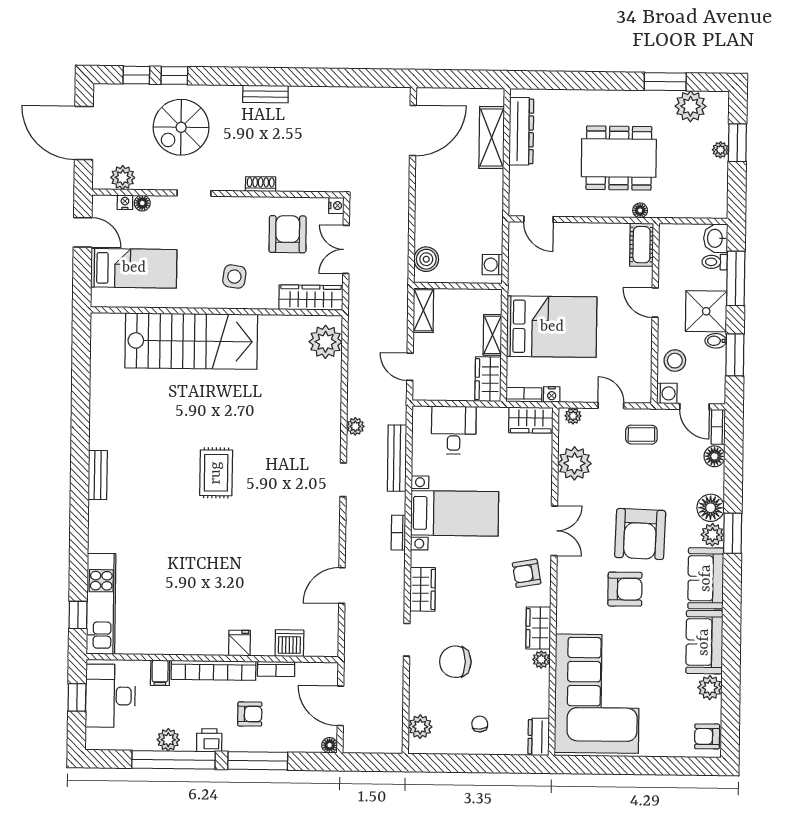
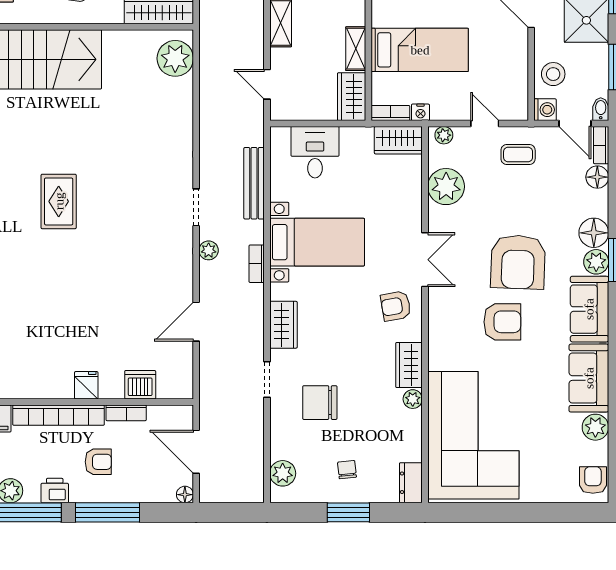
bed: (552, 327) -> (420, 50), width x0.67
bidet: (716, 341) -> (601, 109), moved, turned 90
plant: (355, 426) -> (209, 250), moved
armchair: (707, 736) -> (593, 480), turned 90
window: (481, 764) -> (348, 512), added

